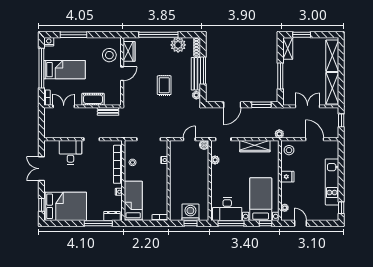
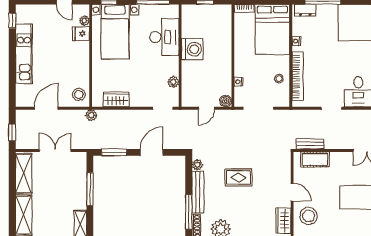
window: (203, 71) -> (189, 212), moved
door: (122, 74) -> (292, 192), swing flipped
rug: (164, 85) -> (238, 177), turned 90
cot: (93, 99) -> (315, 159), moved
double door: (308, 106) -> (55, 150), swing flipped
door: (315, 139) -> (46, 108), swing flipped
boiler: (204, 145) -> (226, 101), moved
wardrobe: (255, 146) -> (116, 100), width x0.67
fridge: (287, 177) -> (81, 34), moved
bed: (133, 201) -> (272, 30), width x1.50
desk: (227, 209) -> (164, 37), moved, turned 90
washing machine: (190, 212) -> (192, 49), moved, turned -90

